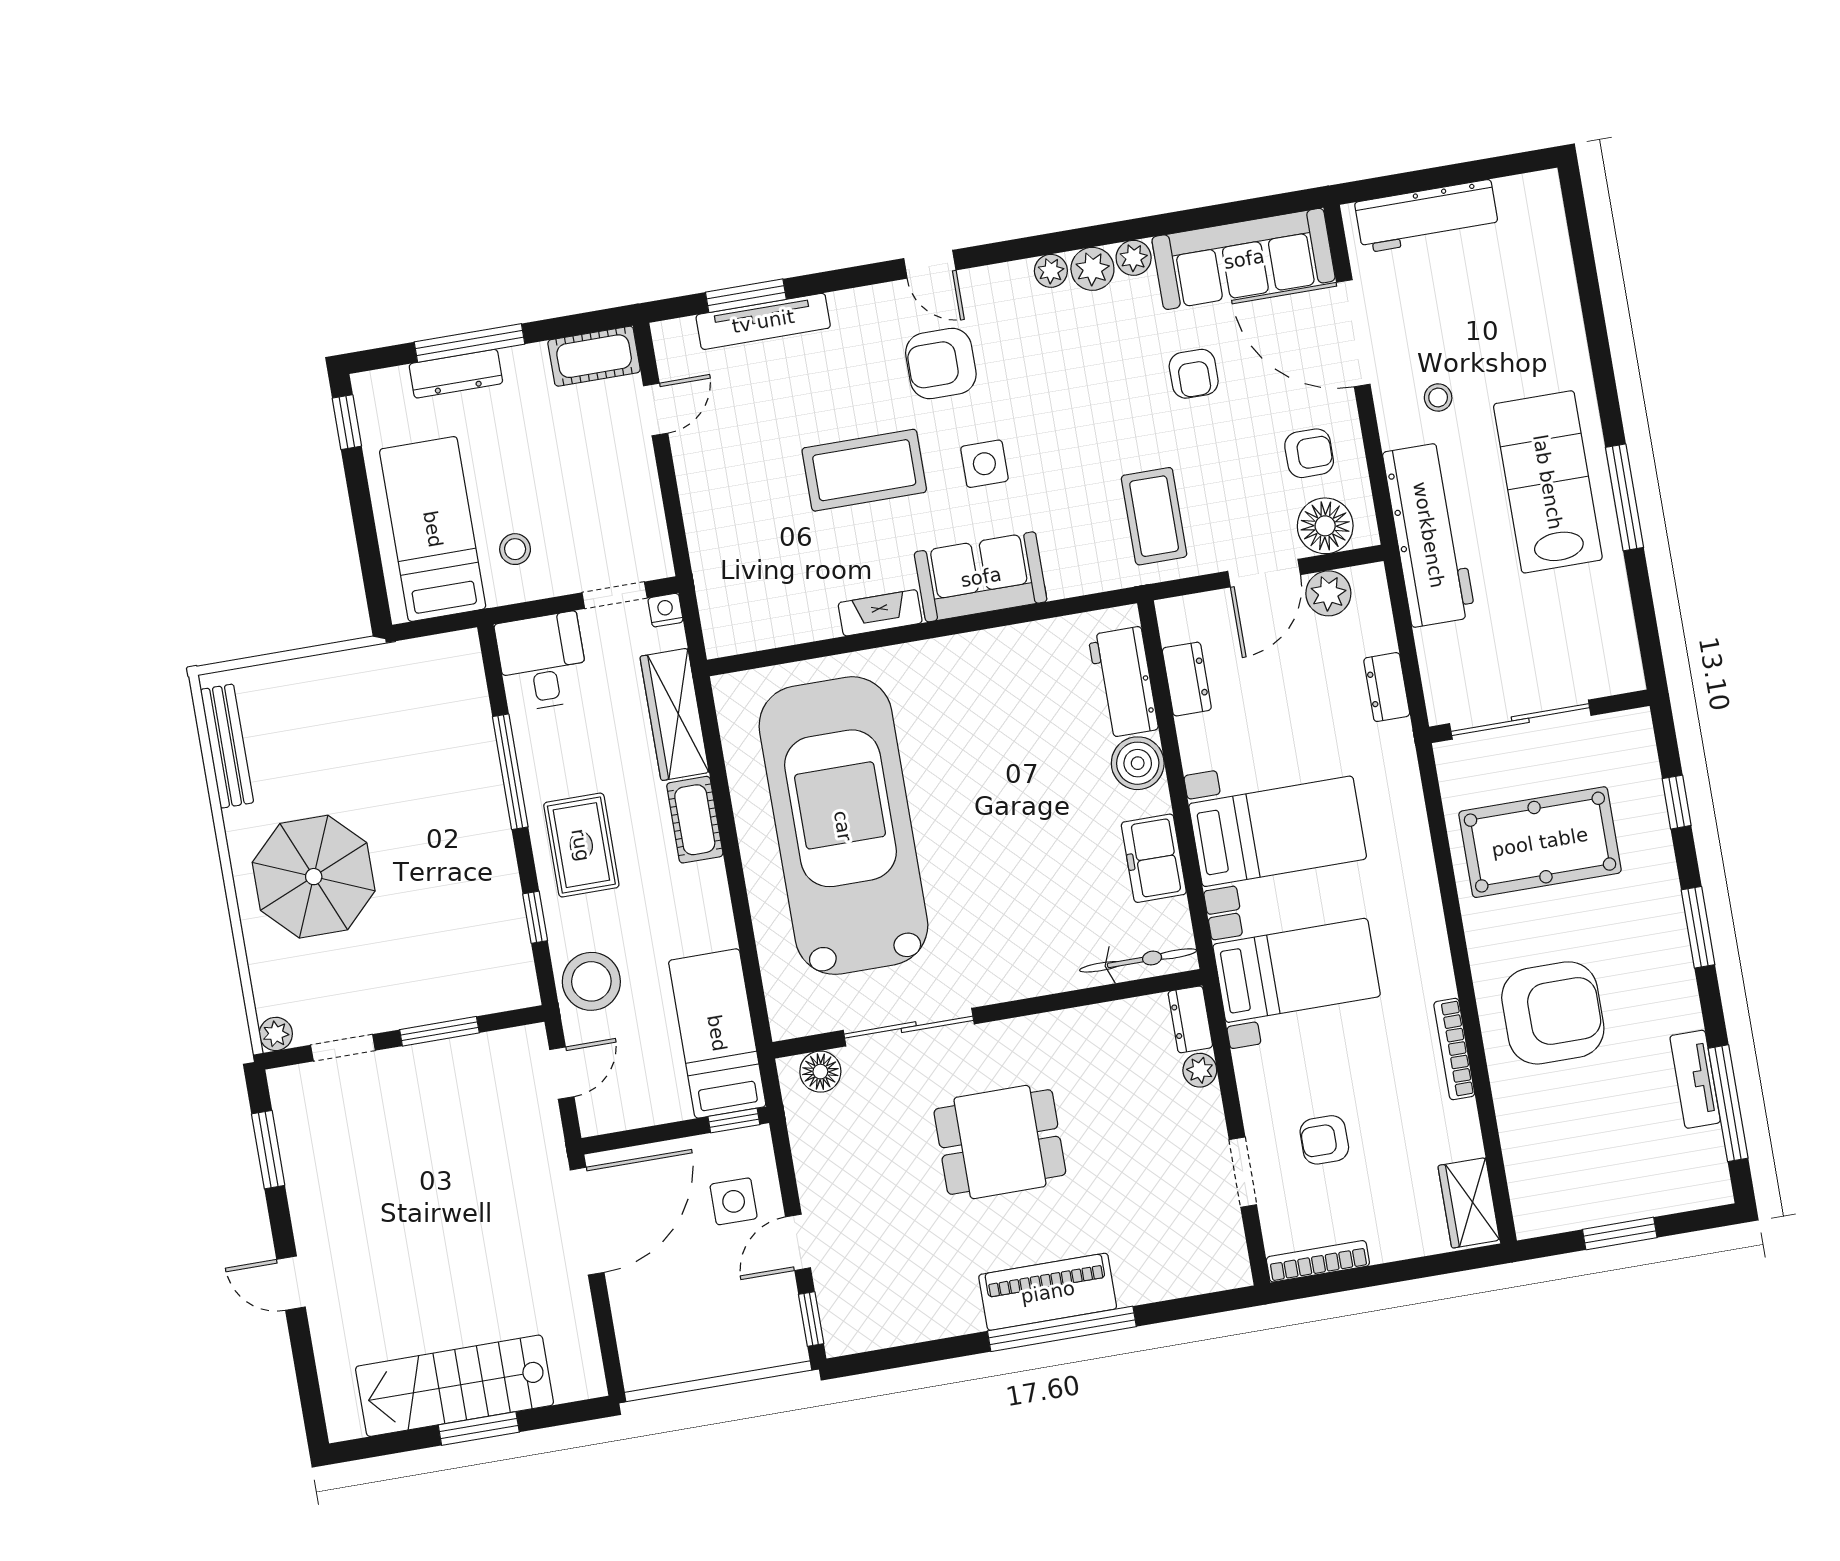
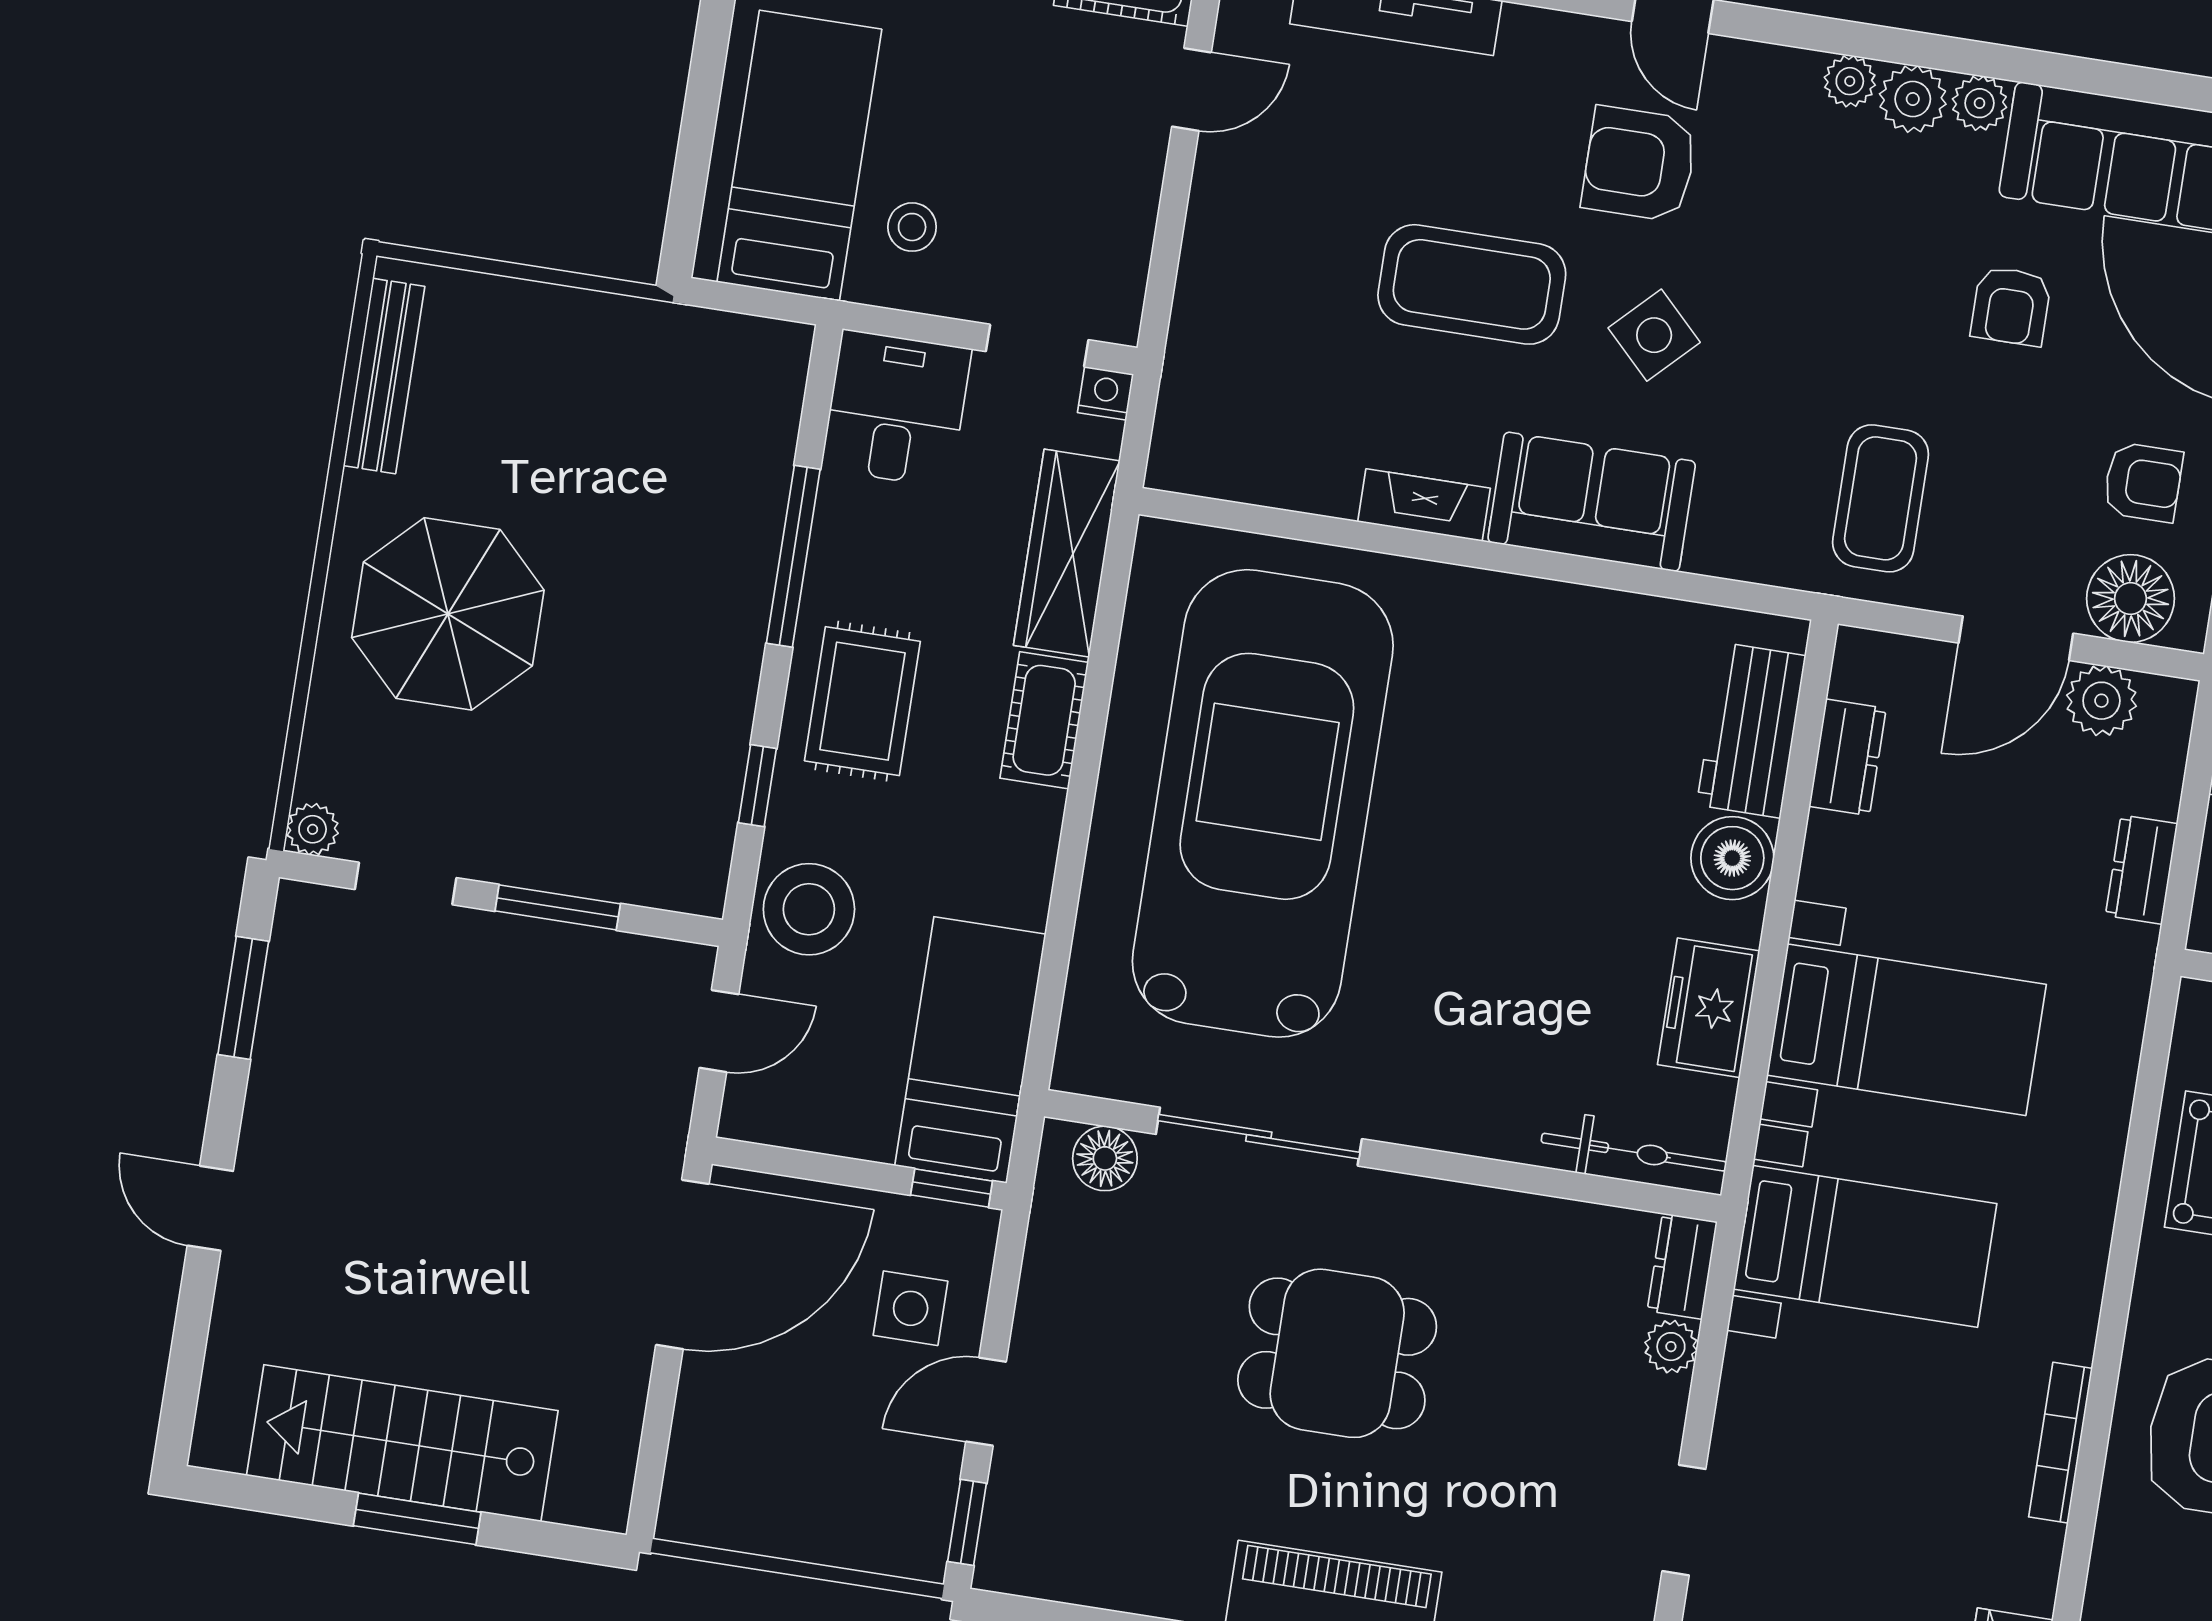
side table: (984, 464) -> (1654, 335), turned 45
armchair: (1324, 1140) -> (1821, 1513), removed

